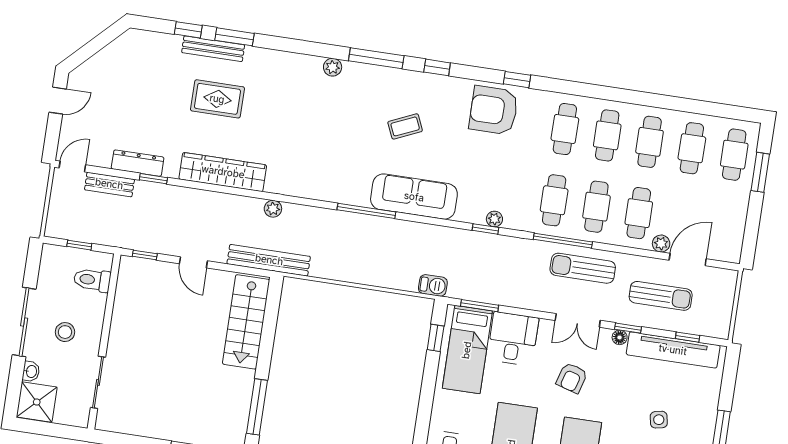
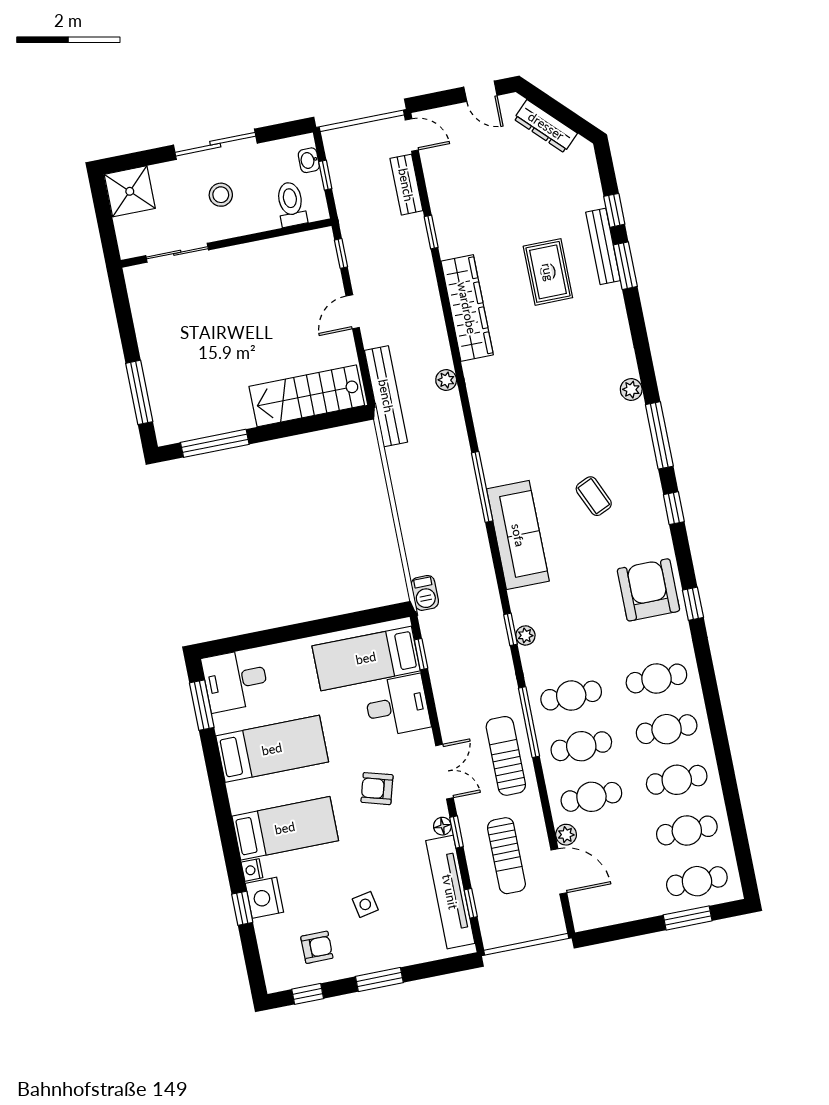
dresser: (138, 163) -> (546, 126), moved, turned 135
window: (480, 306) -> (421, 654), width x0.67
double door: (578, 320) -> (445, 772), swing flipped
window: (436, 338) -> (366, 618), removed
washbasin: (31, 371) -> (309, 160), moved, turned 90

